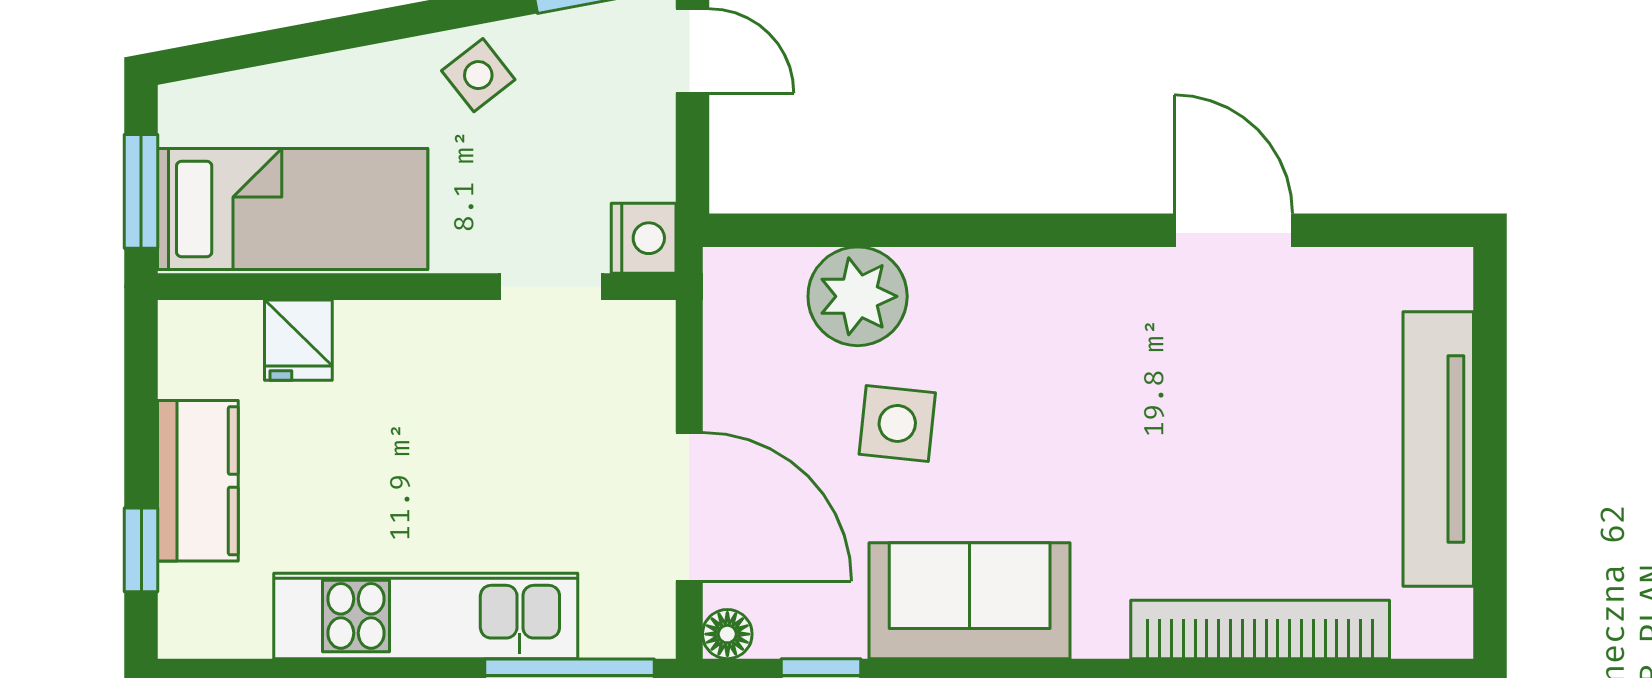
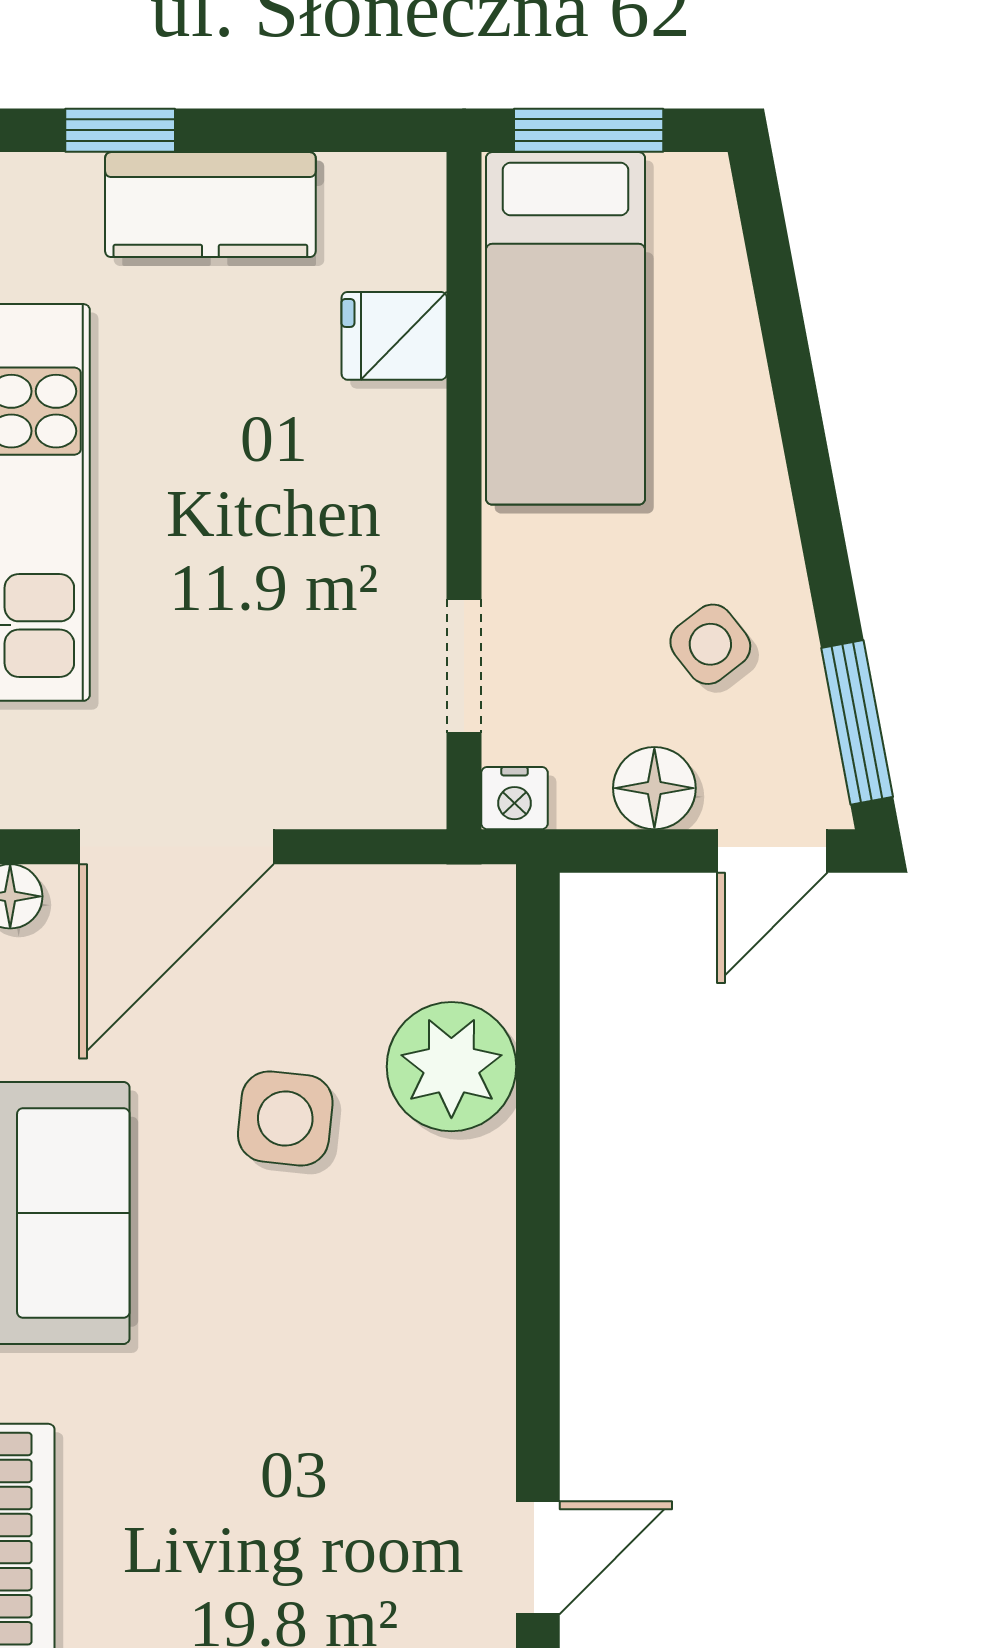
side table: (478, 75) -> (710, 644), moved
floor lamp: (644, 141) -> (654, 788), added
door: (1233, 230) -> (538, 1558), width x0.73
nightstand: (644, 238) -> (514, 798), width x0.72, depth x0.74

